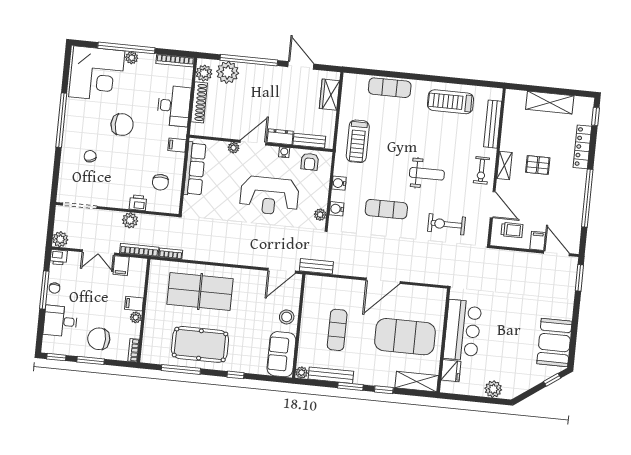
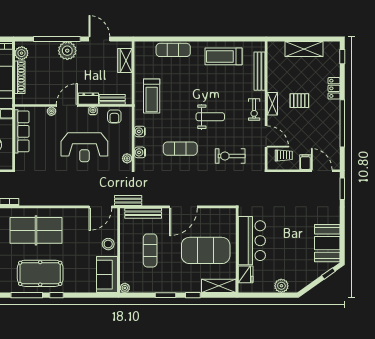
plant: (228, 72) -> (67, 51), moved
locker: (582, 147) -> (334, 88), width x0.66
window: (236, 375) -> (57, 295), moved
bench: (331, 375) -> (143, 213), moved

